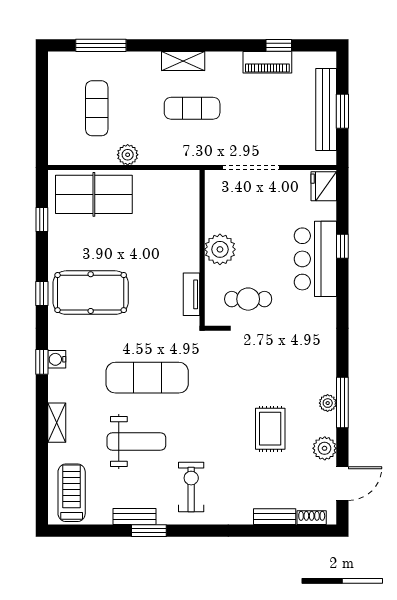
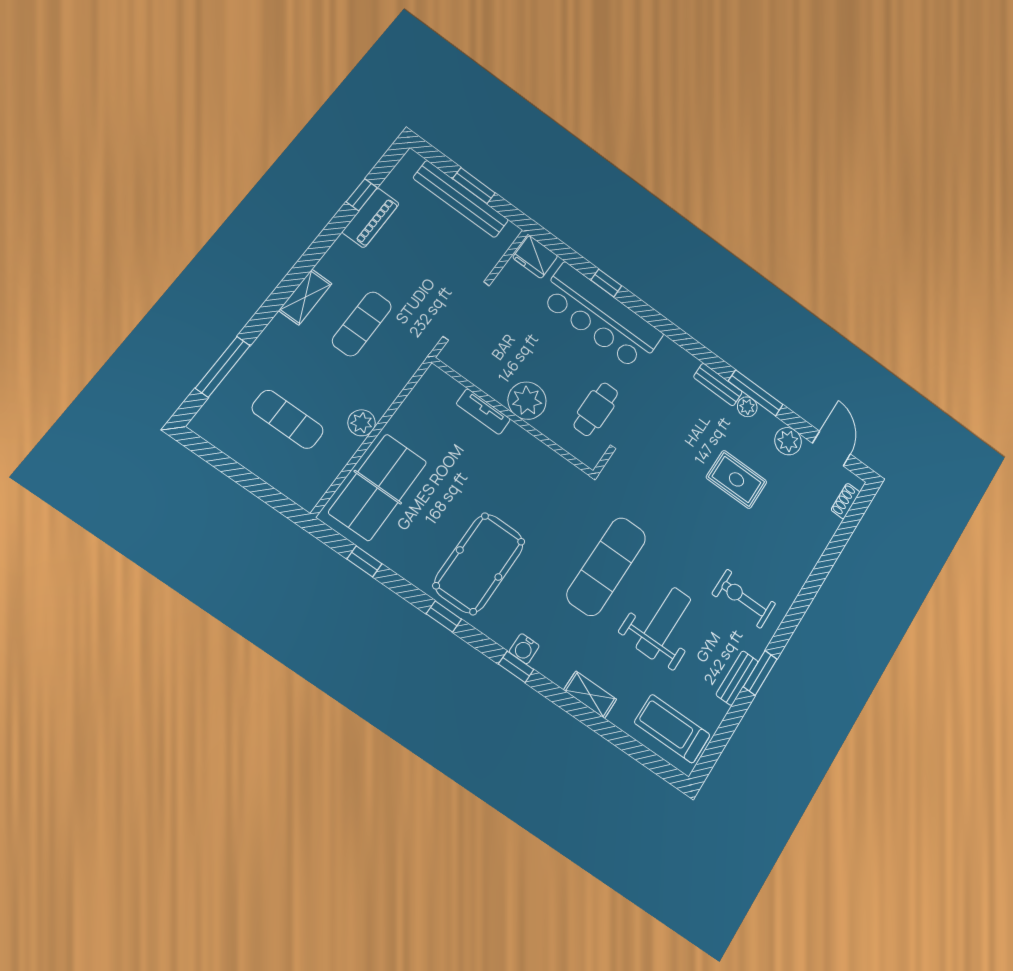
bar counter: (315, 259) -> (601, 317), width x1.36
tv unit: (192, 294) -> (483, 412), moved
bench: (275, 517) -> (718, 385), moved, turned 90

